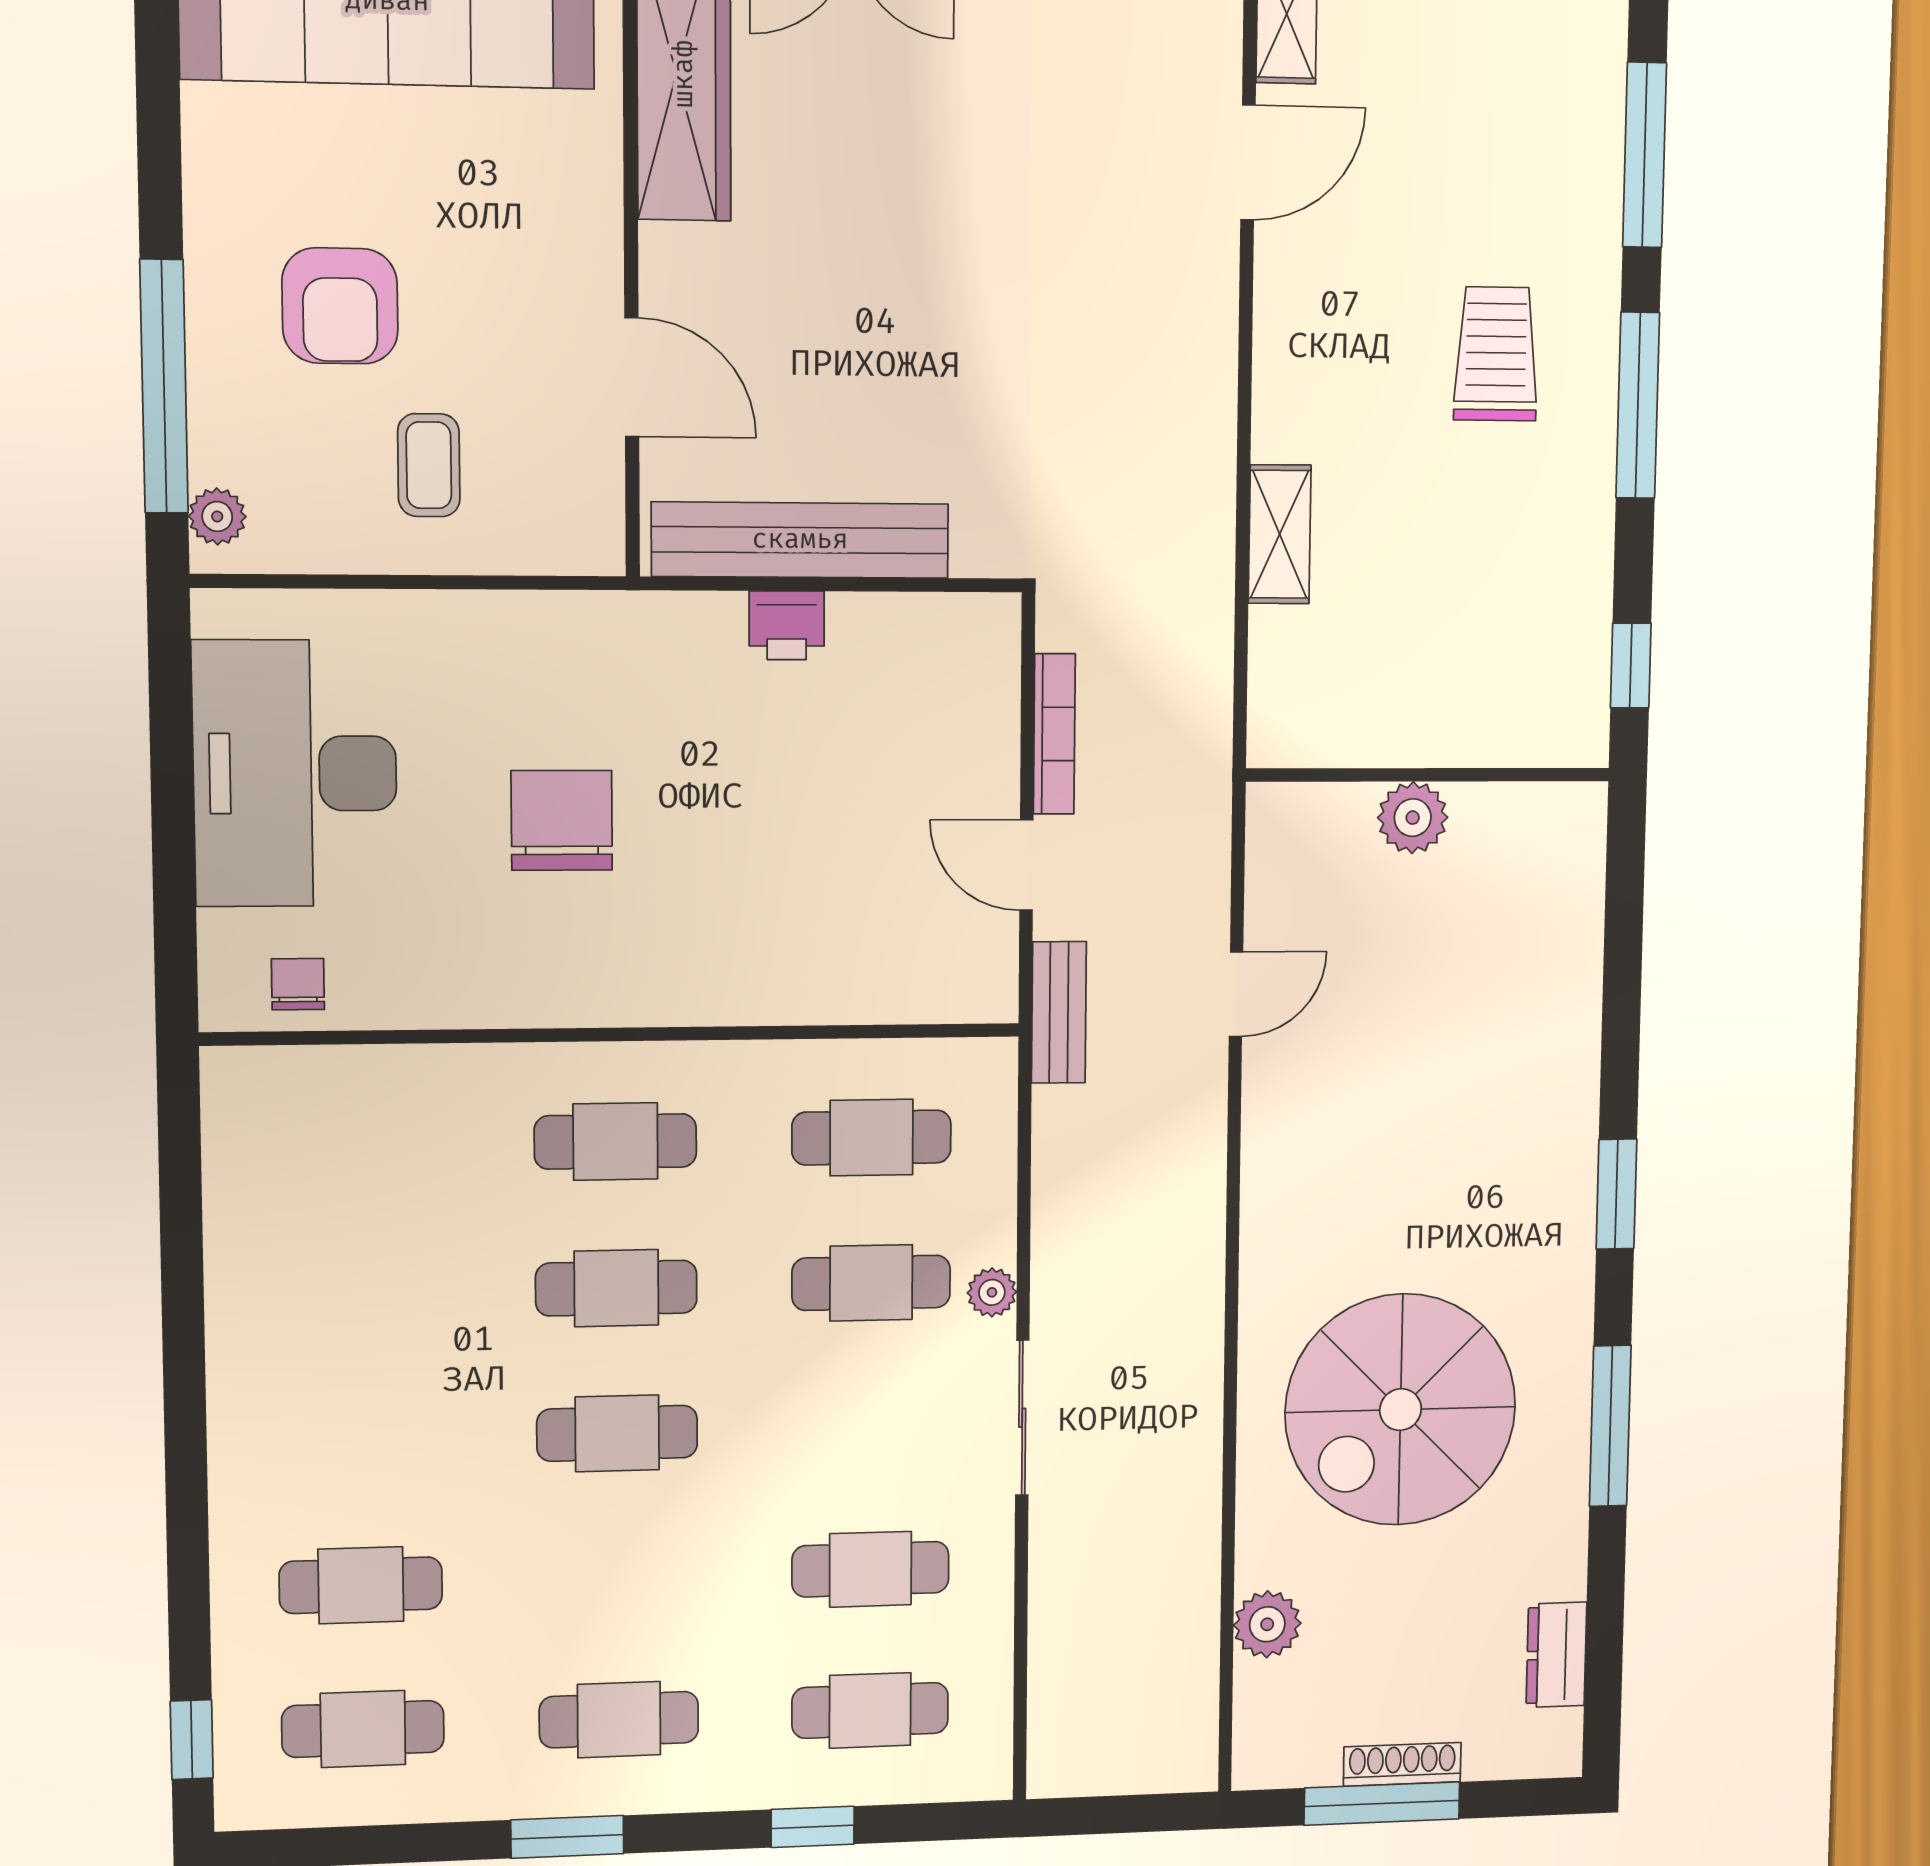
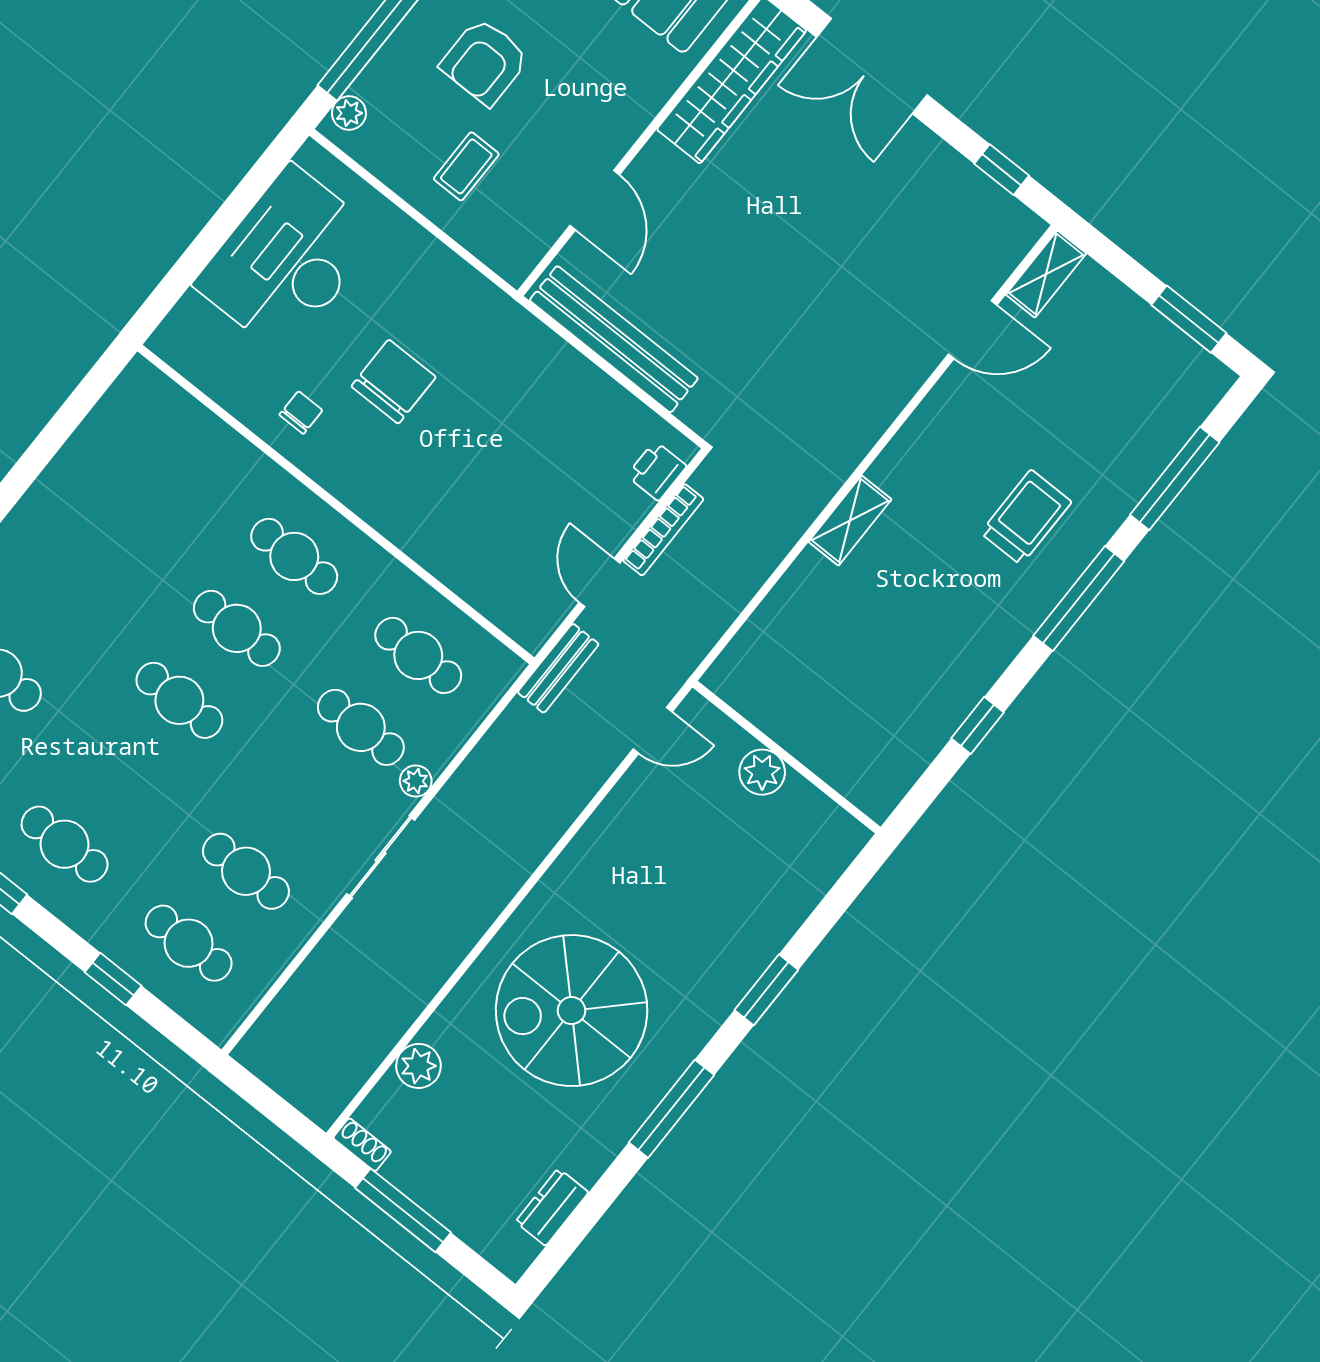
printer: (787, 625) -> (657, 471), moved, turned 90
wall: (1428, 775) -> (786, 757), moved
plant: (1413, 818) -> (762, 772), moved
chair: (298, 984) -> (301, 412), moved
shoe rack: (1402, 1764) -> (362, 1145), moved, width x0.70

